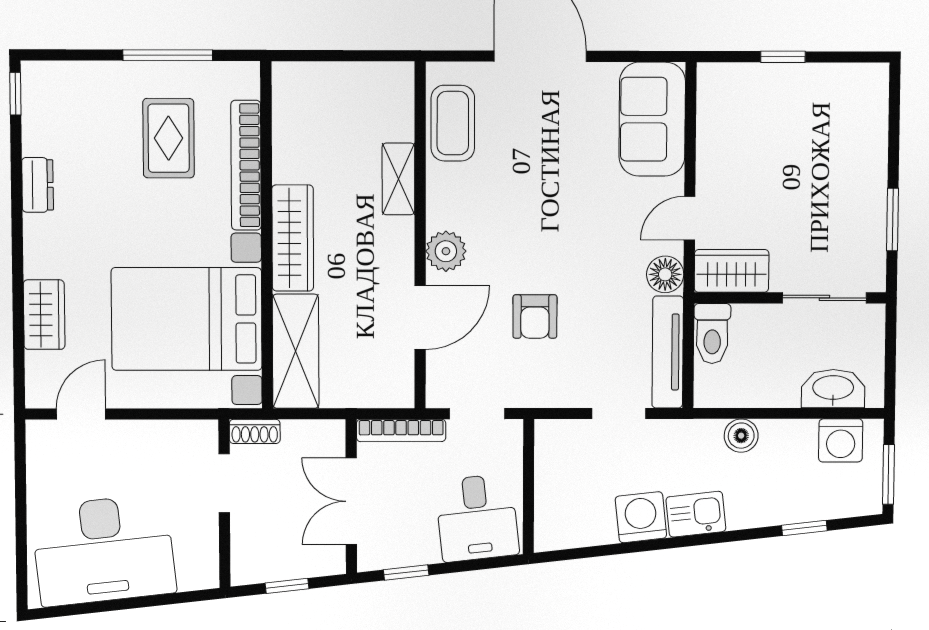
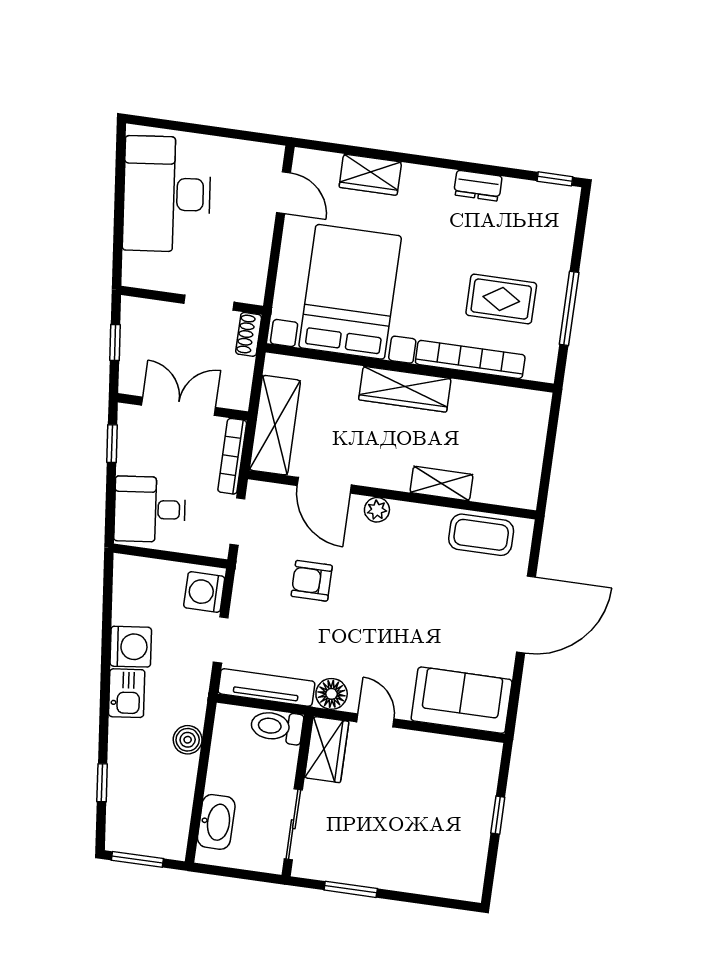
plant: (446, 251) -> (377, 510), width x0.73, depth x0.73
shelving: (296, 351) -> (275, 425), moved, turned 90
washing machine: (841, 440) -> (204, 592), moved

